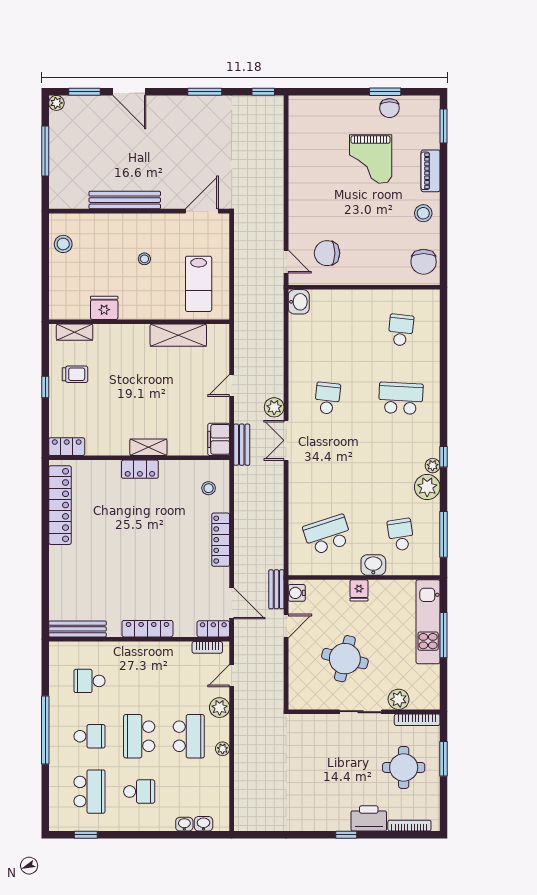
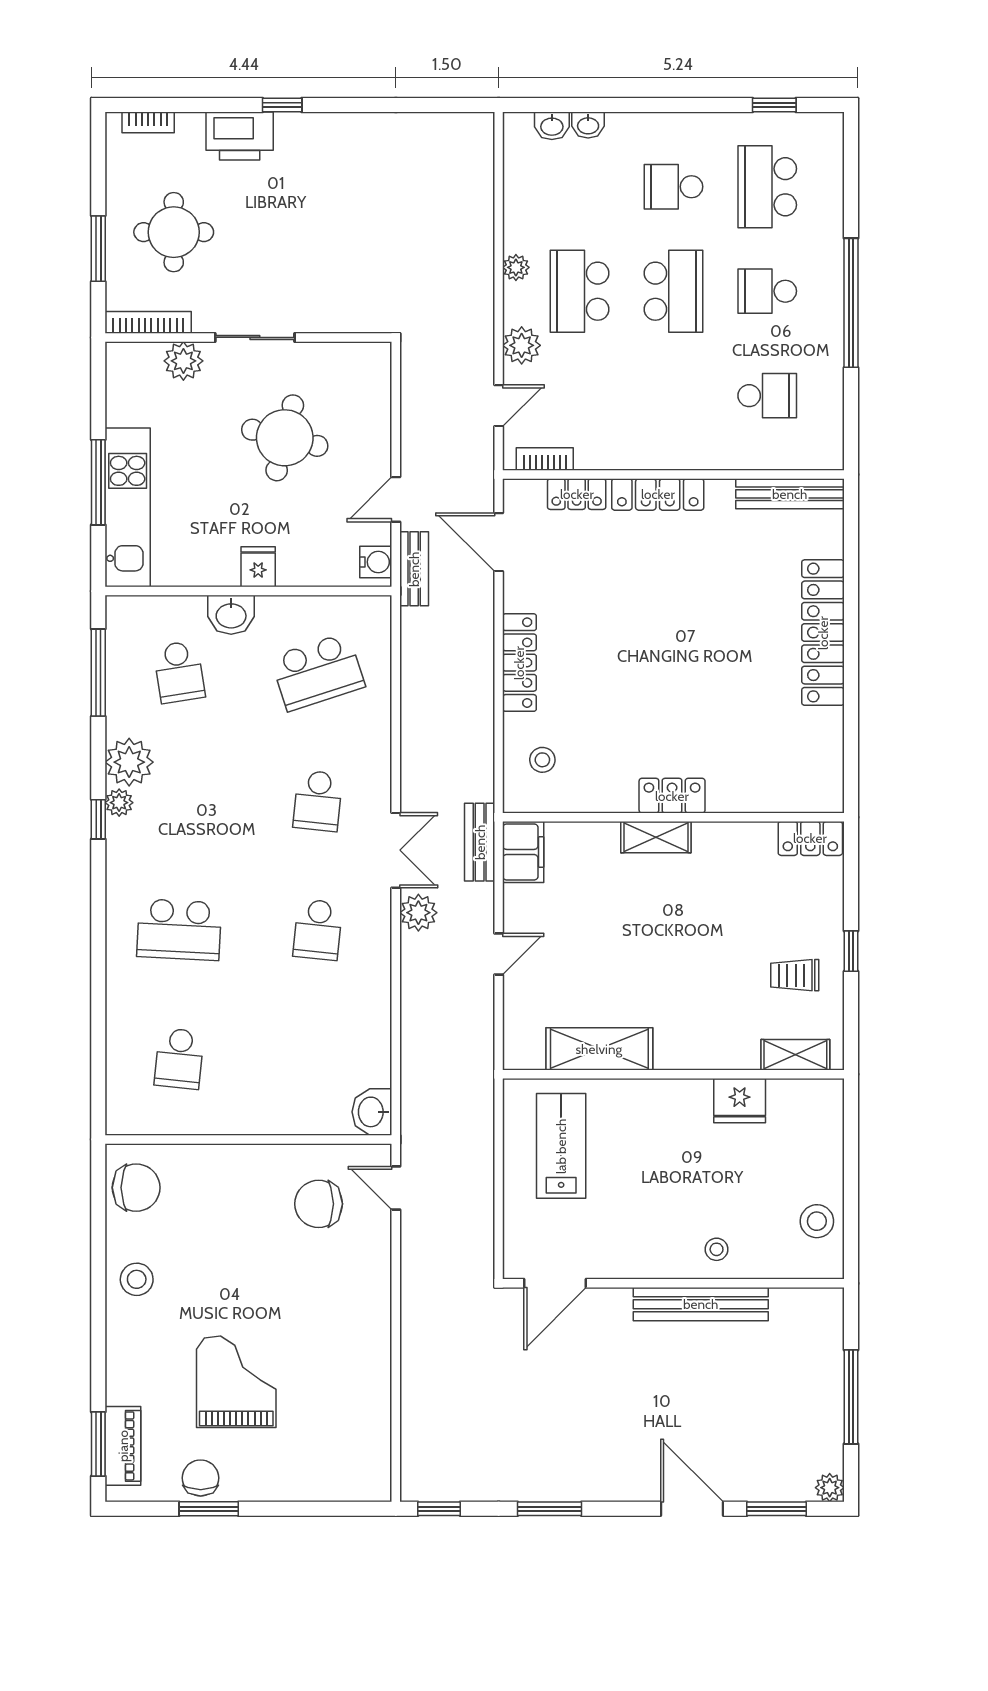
piano: (431, 171) -> (123, 1446), moved
chair: (327, 253) -> (319, 1204), turned 180
stool: (144, 259) -> (717, 1249), moved
chair: (424, 262) -> (136, 1188), turned 90
school desk: (327, 467) -> (318, 801), added
locker: (60, 505) -> (823, 633), moved
locker: (213, 629) -> (577, 494), moved
bookcase: (409, 826) -> (148, 122), width x0.64

